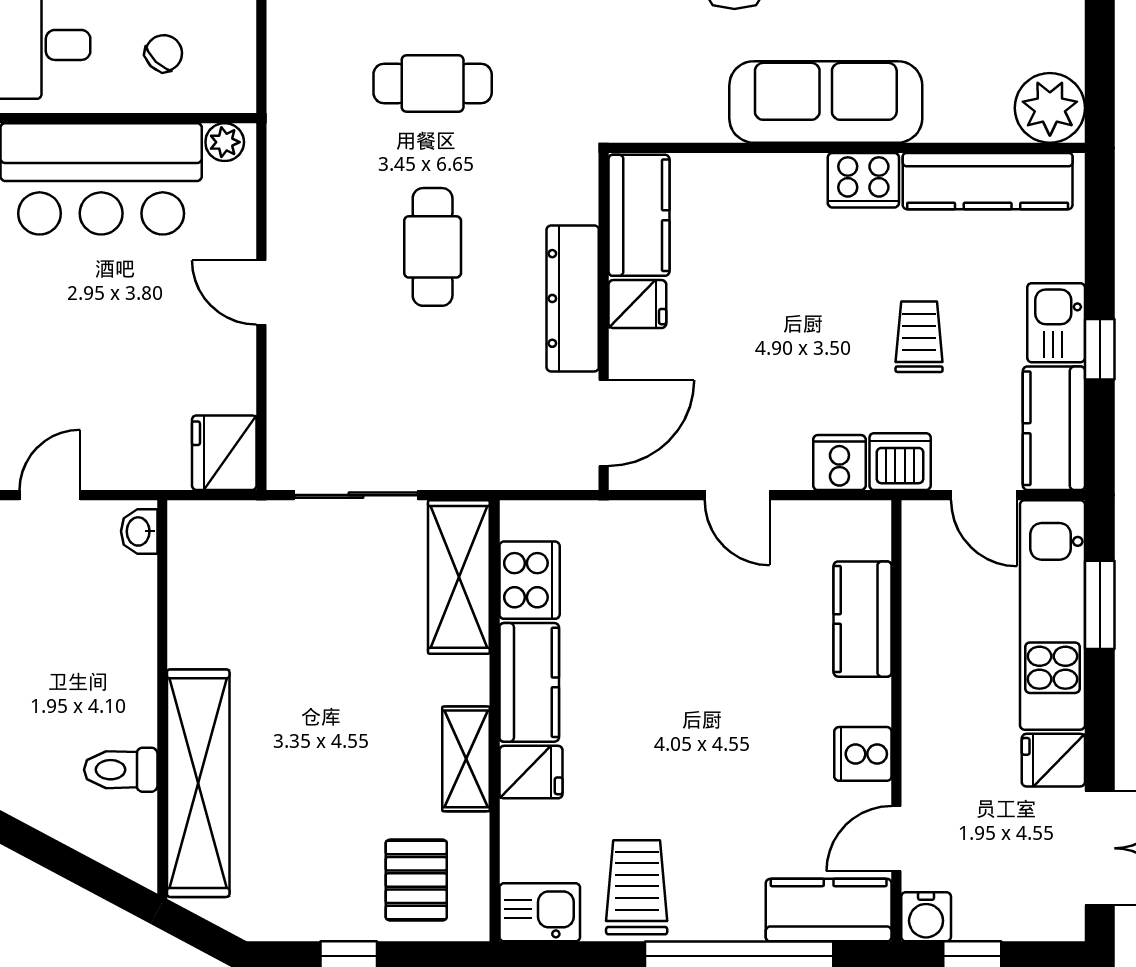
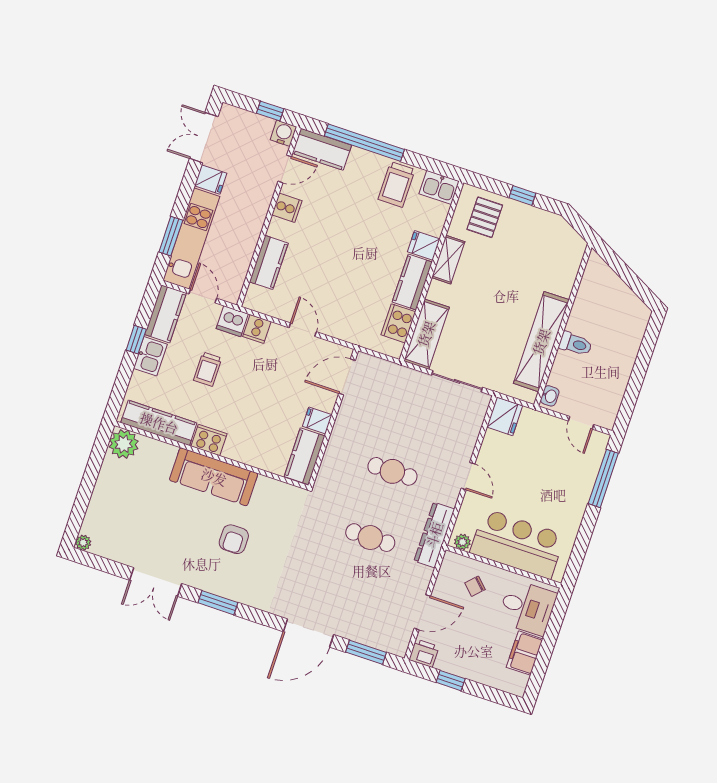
cafe table: (433, 247) -> (392, 471), turned 90
dresser: (573, 298) -> (434, 535), moved, turned 180
door: (50, 495) -> (581, 423), hinge flipped
toilet: (121, 770) -> (575, 344), moved
shelving: (198, 783) -> (541, 342), moved

